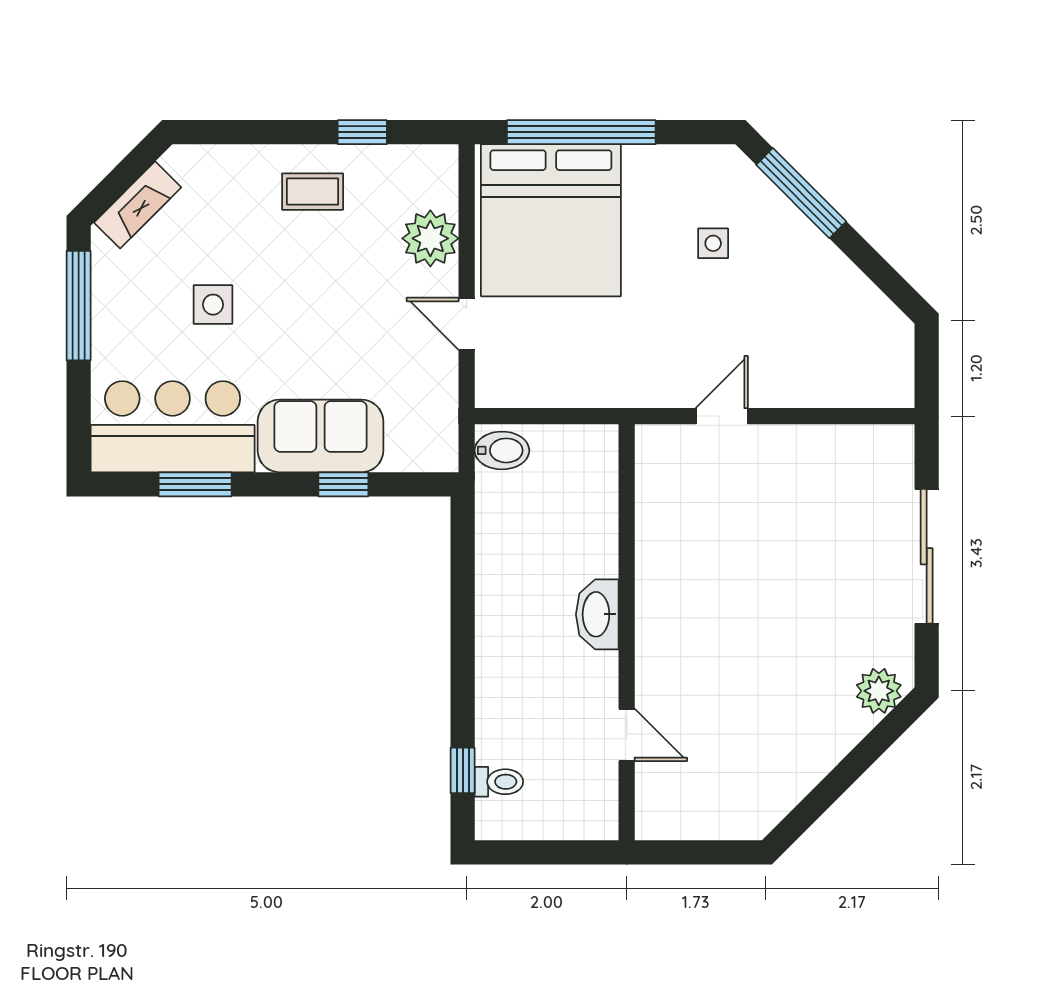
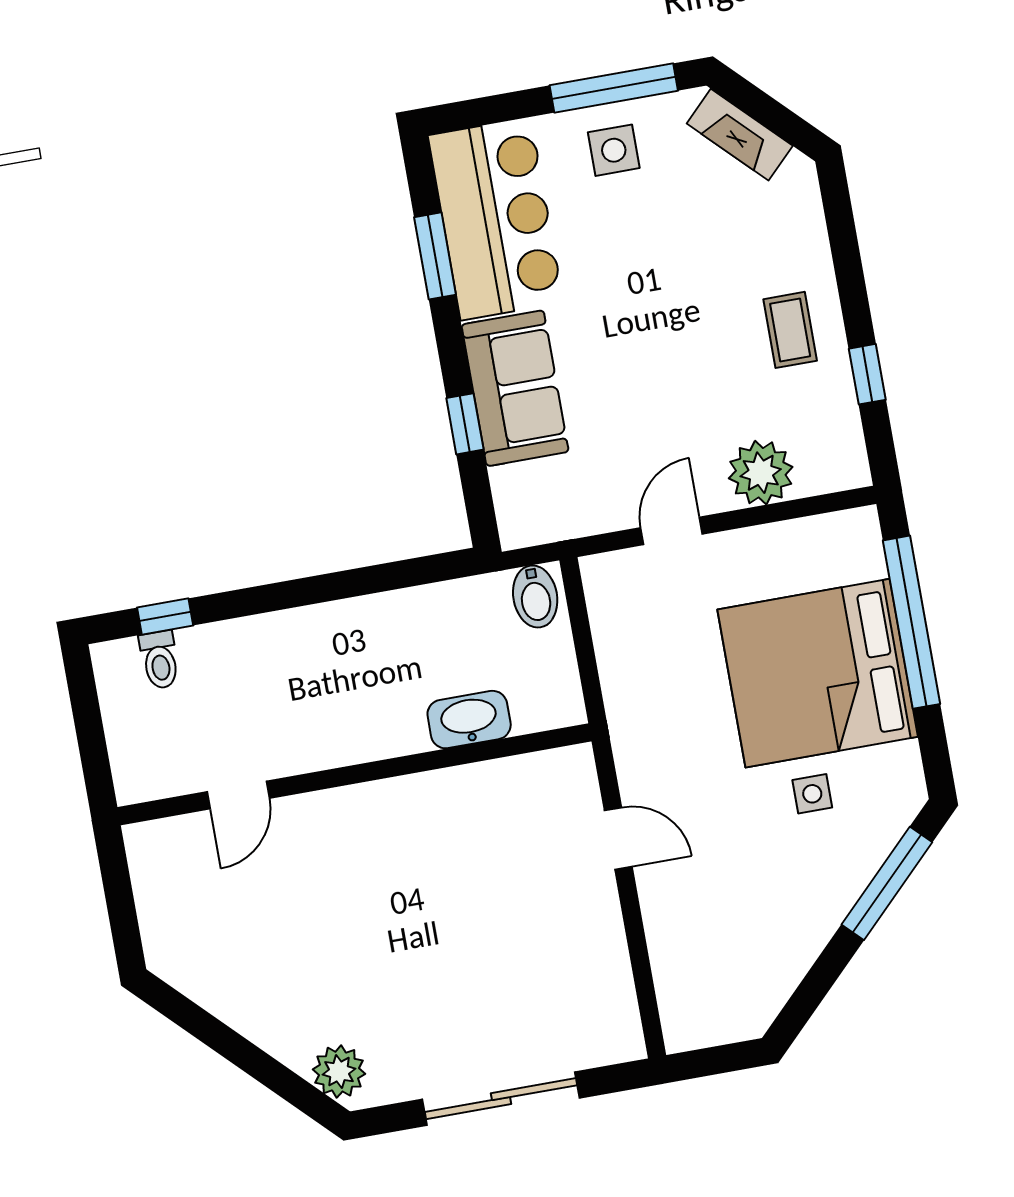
bed: (551, 220) -> (818, 673), moved
side table: (213, 305) -> (614, 150), moved
washbasin: (597, 614) -> (469, 720), moved

